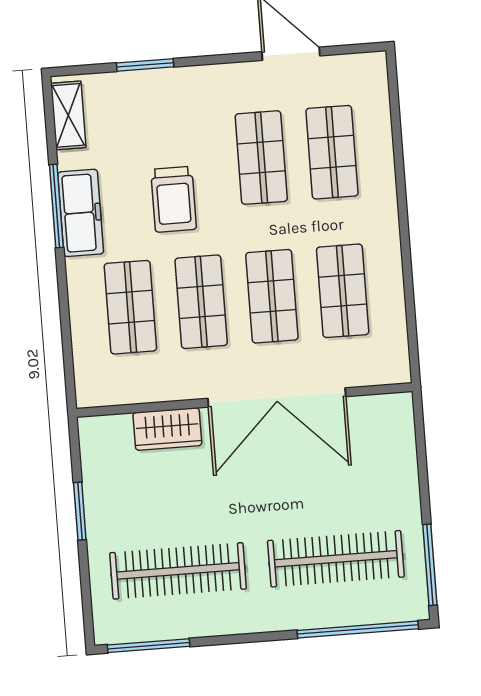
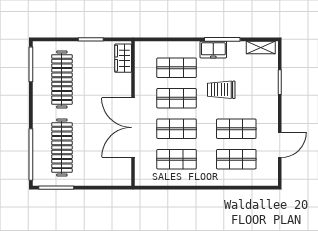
freezer: (81, 213) -> (213, 50), width x0.71
wardrobe: (167, 429) -> (123, 58), moved

